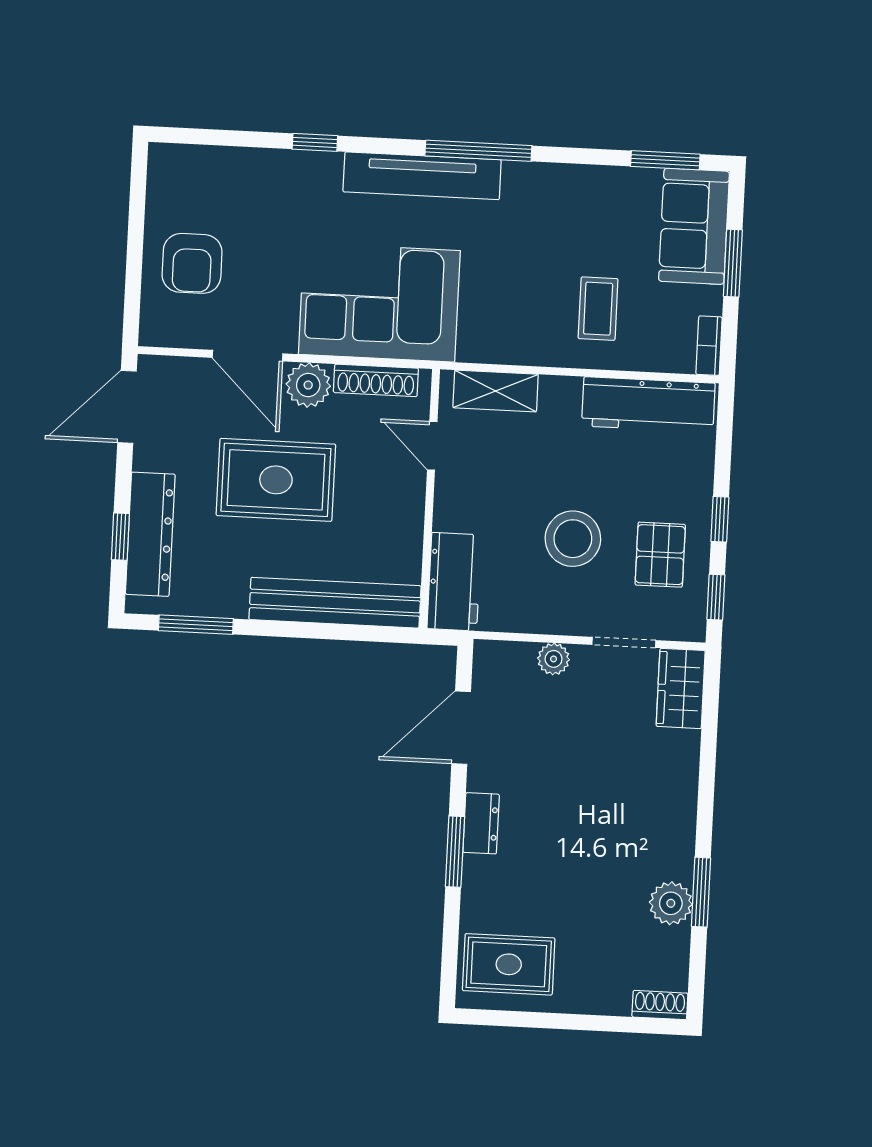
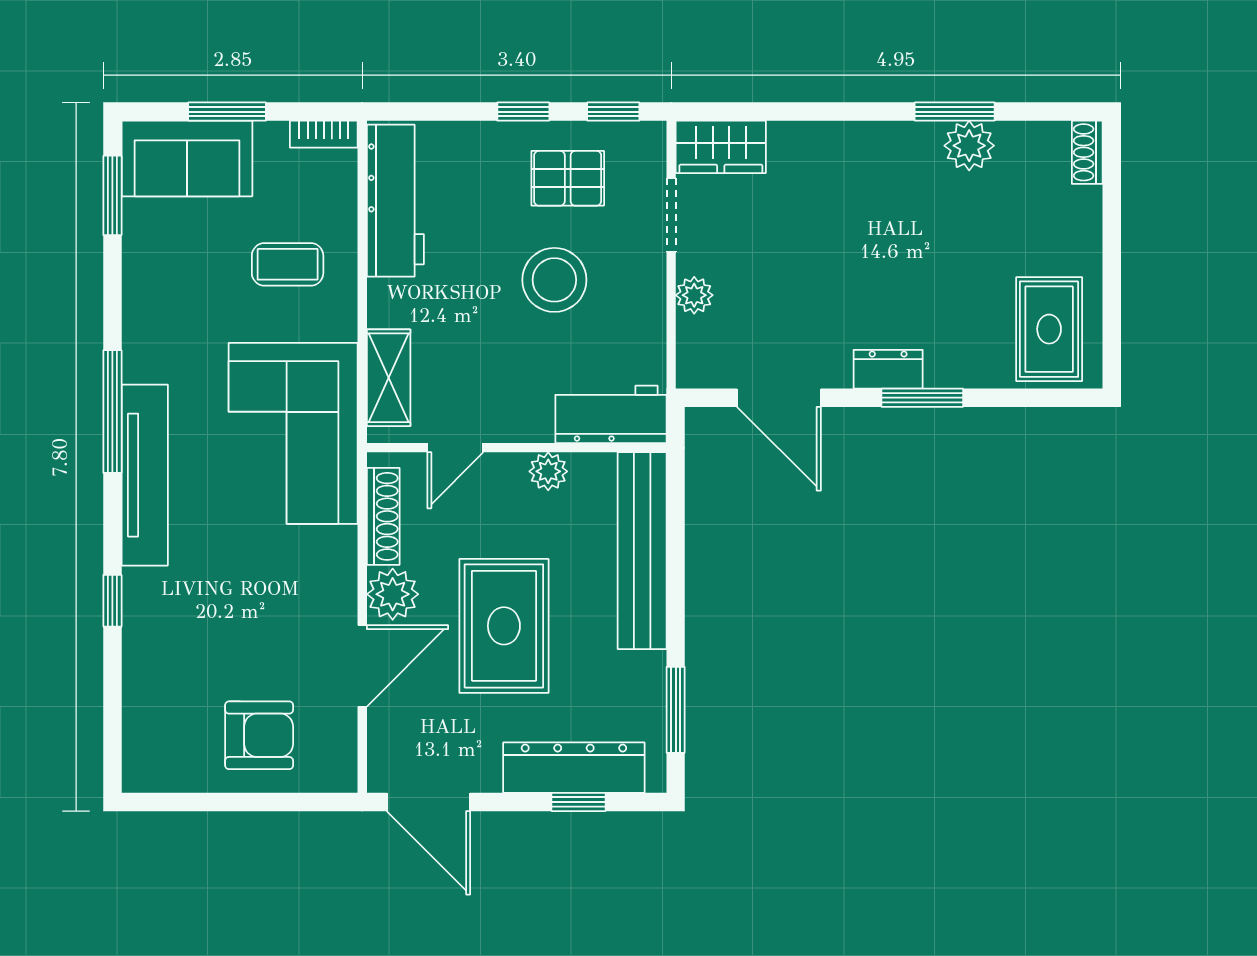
corner sofa: (379, 302) -> (293, 433), moved
plant: (408, 525) -> (548, 471), added

